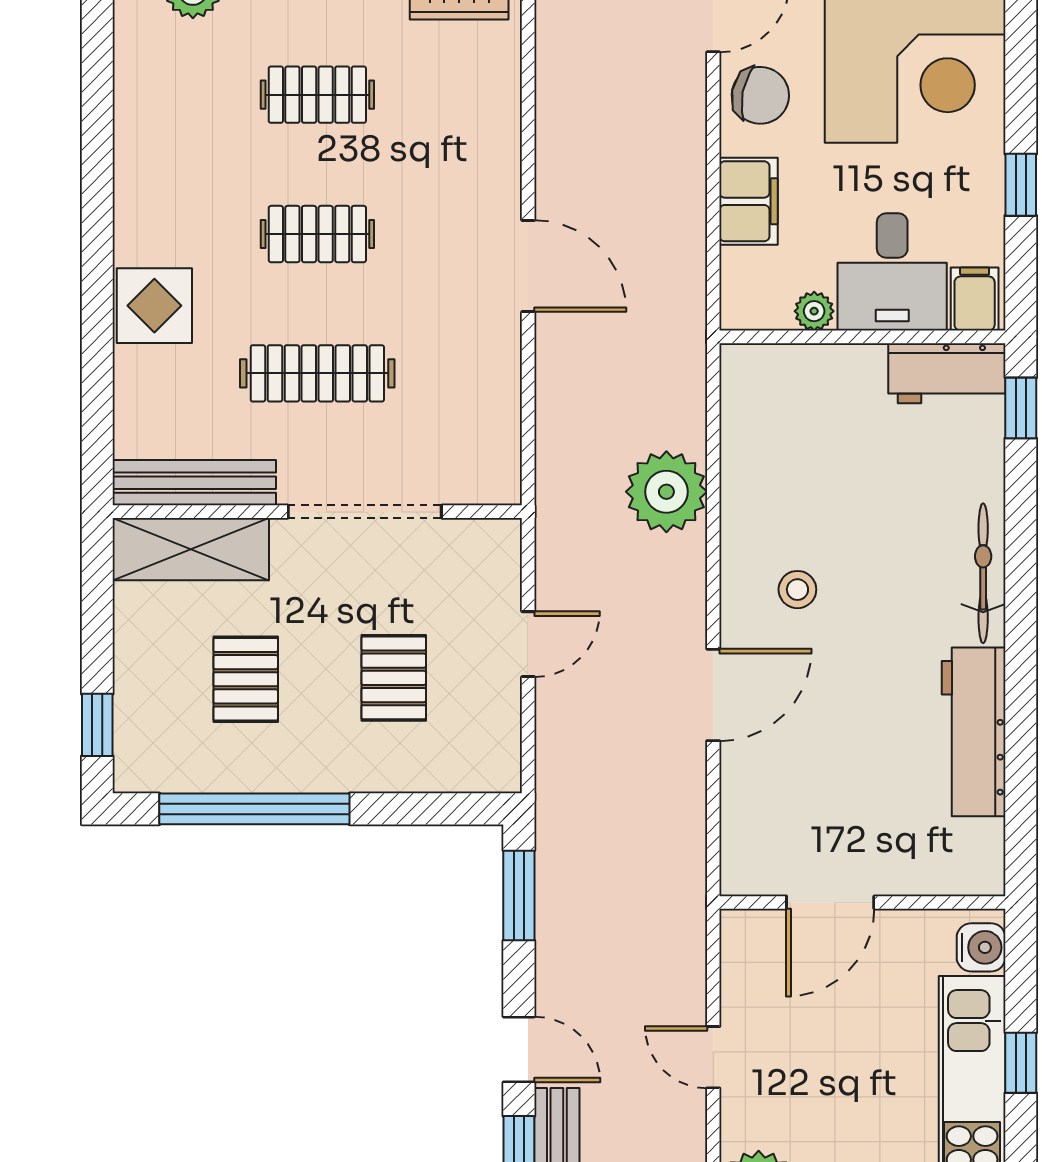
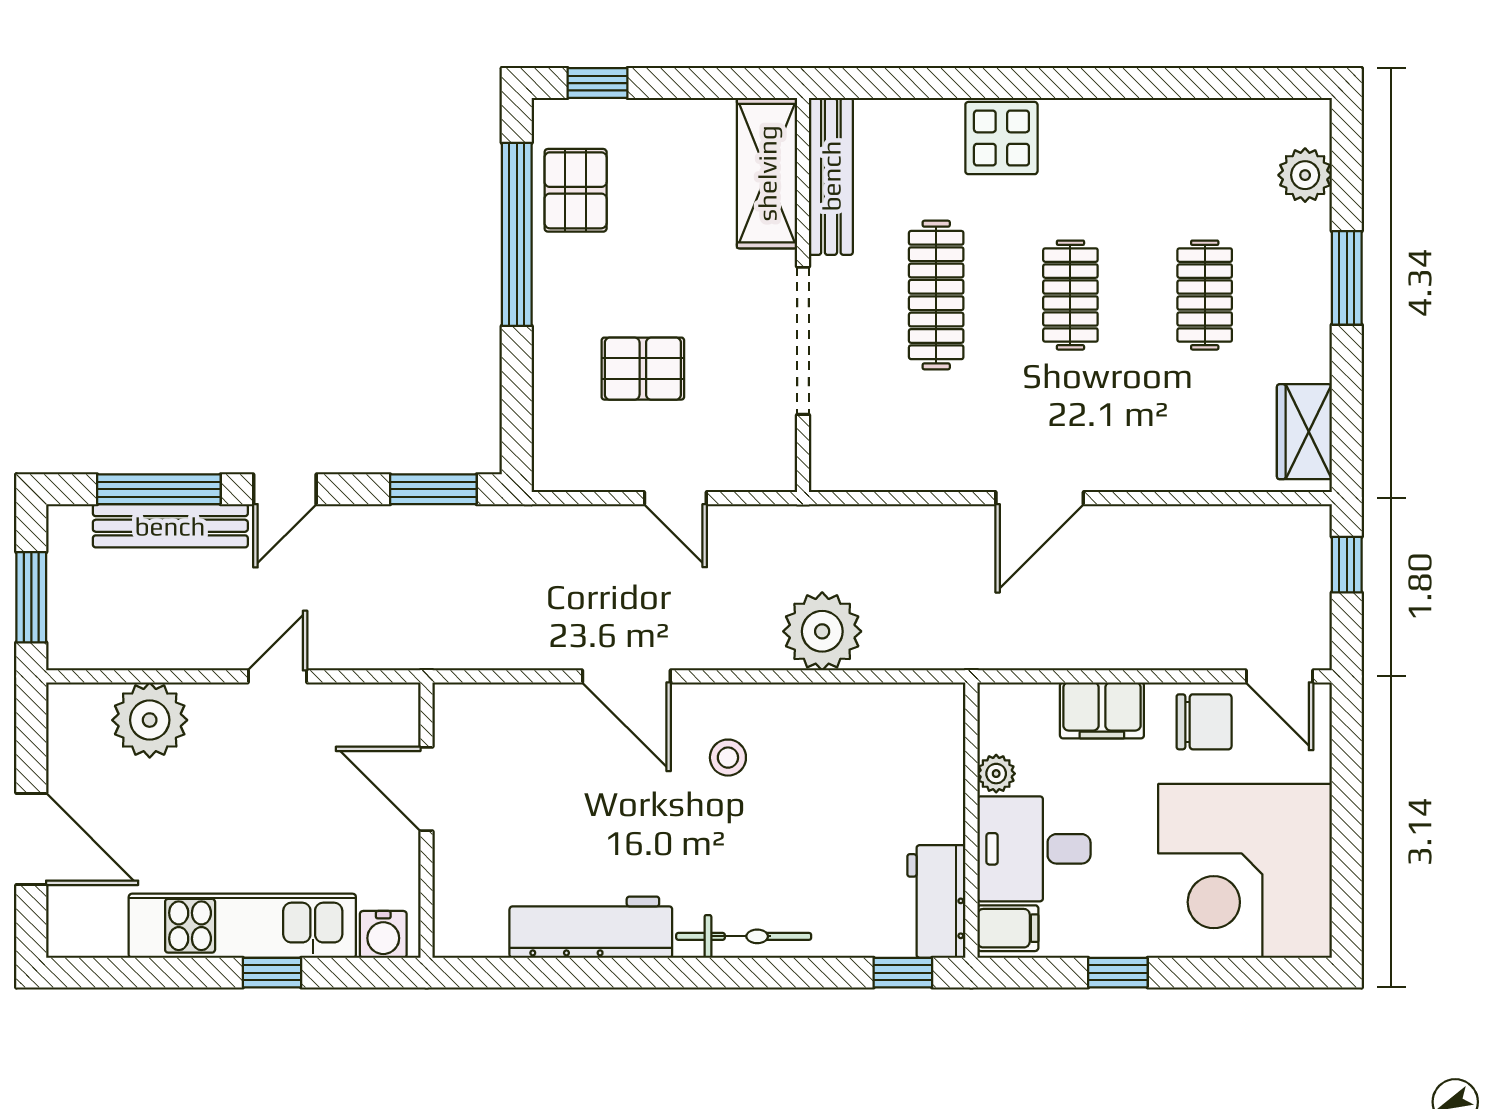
chair: (760, 95) -> (1204, 722), turned -101
pallet: (246, 679) -> (576, 190), moved, turned 90

